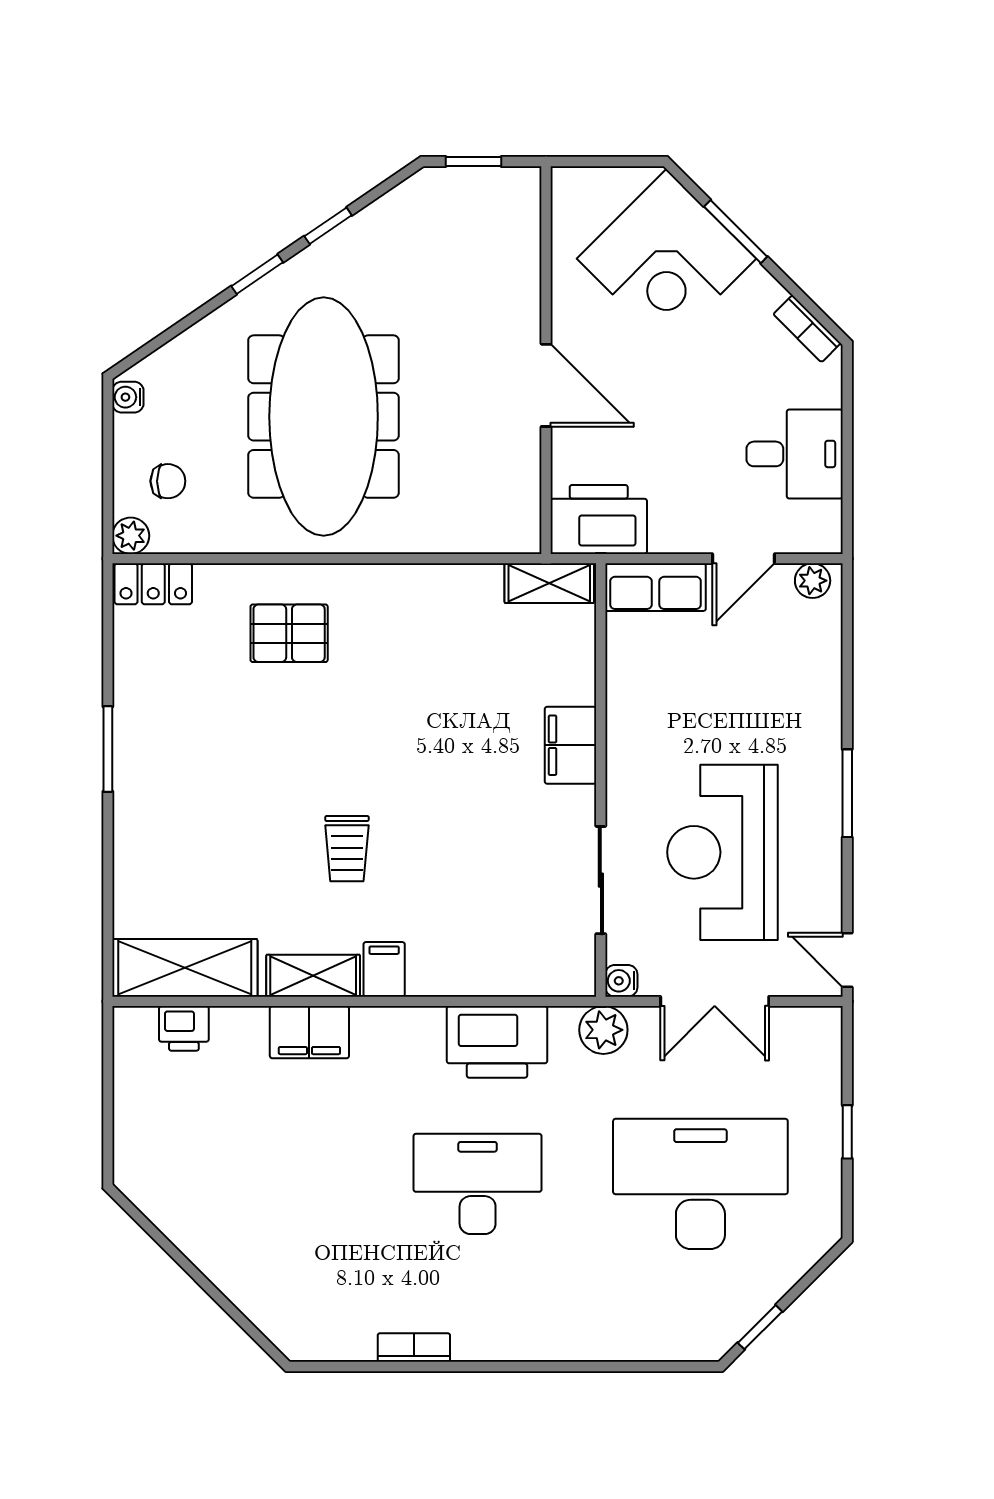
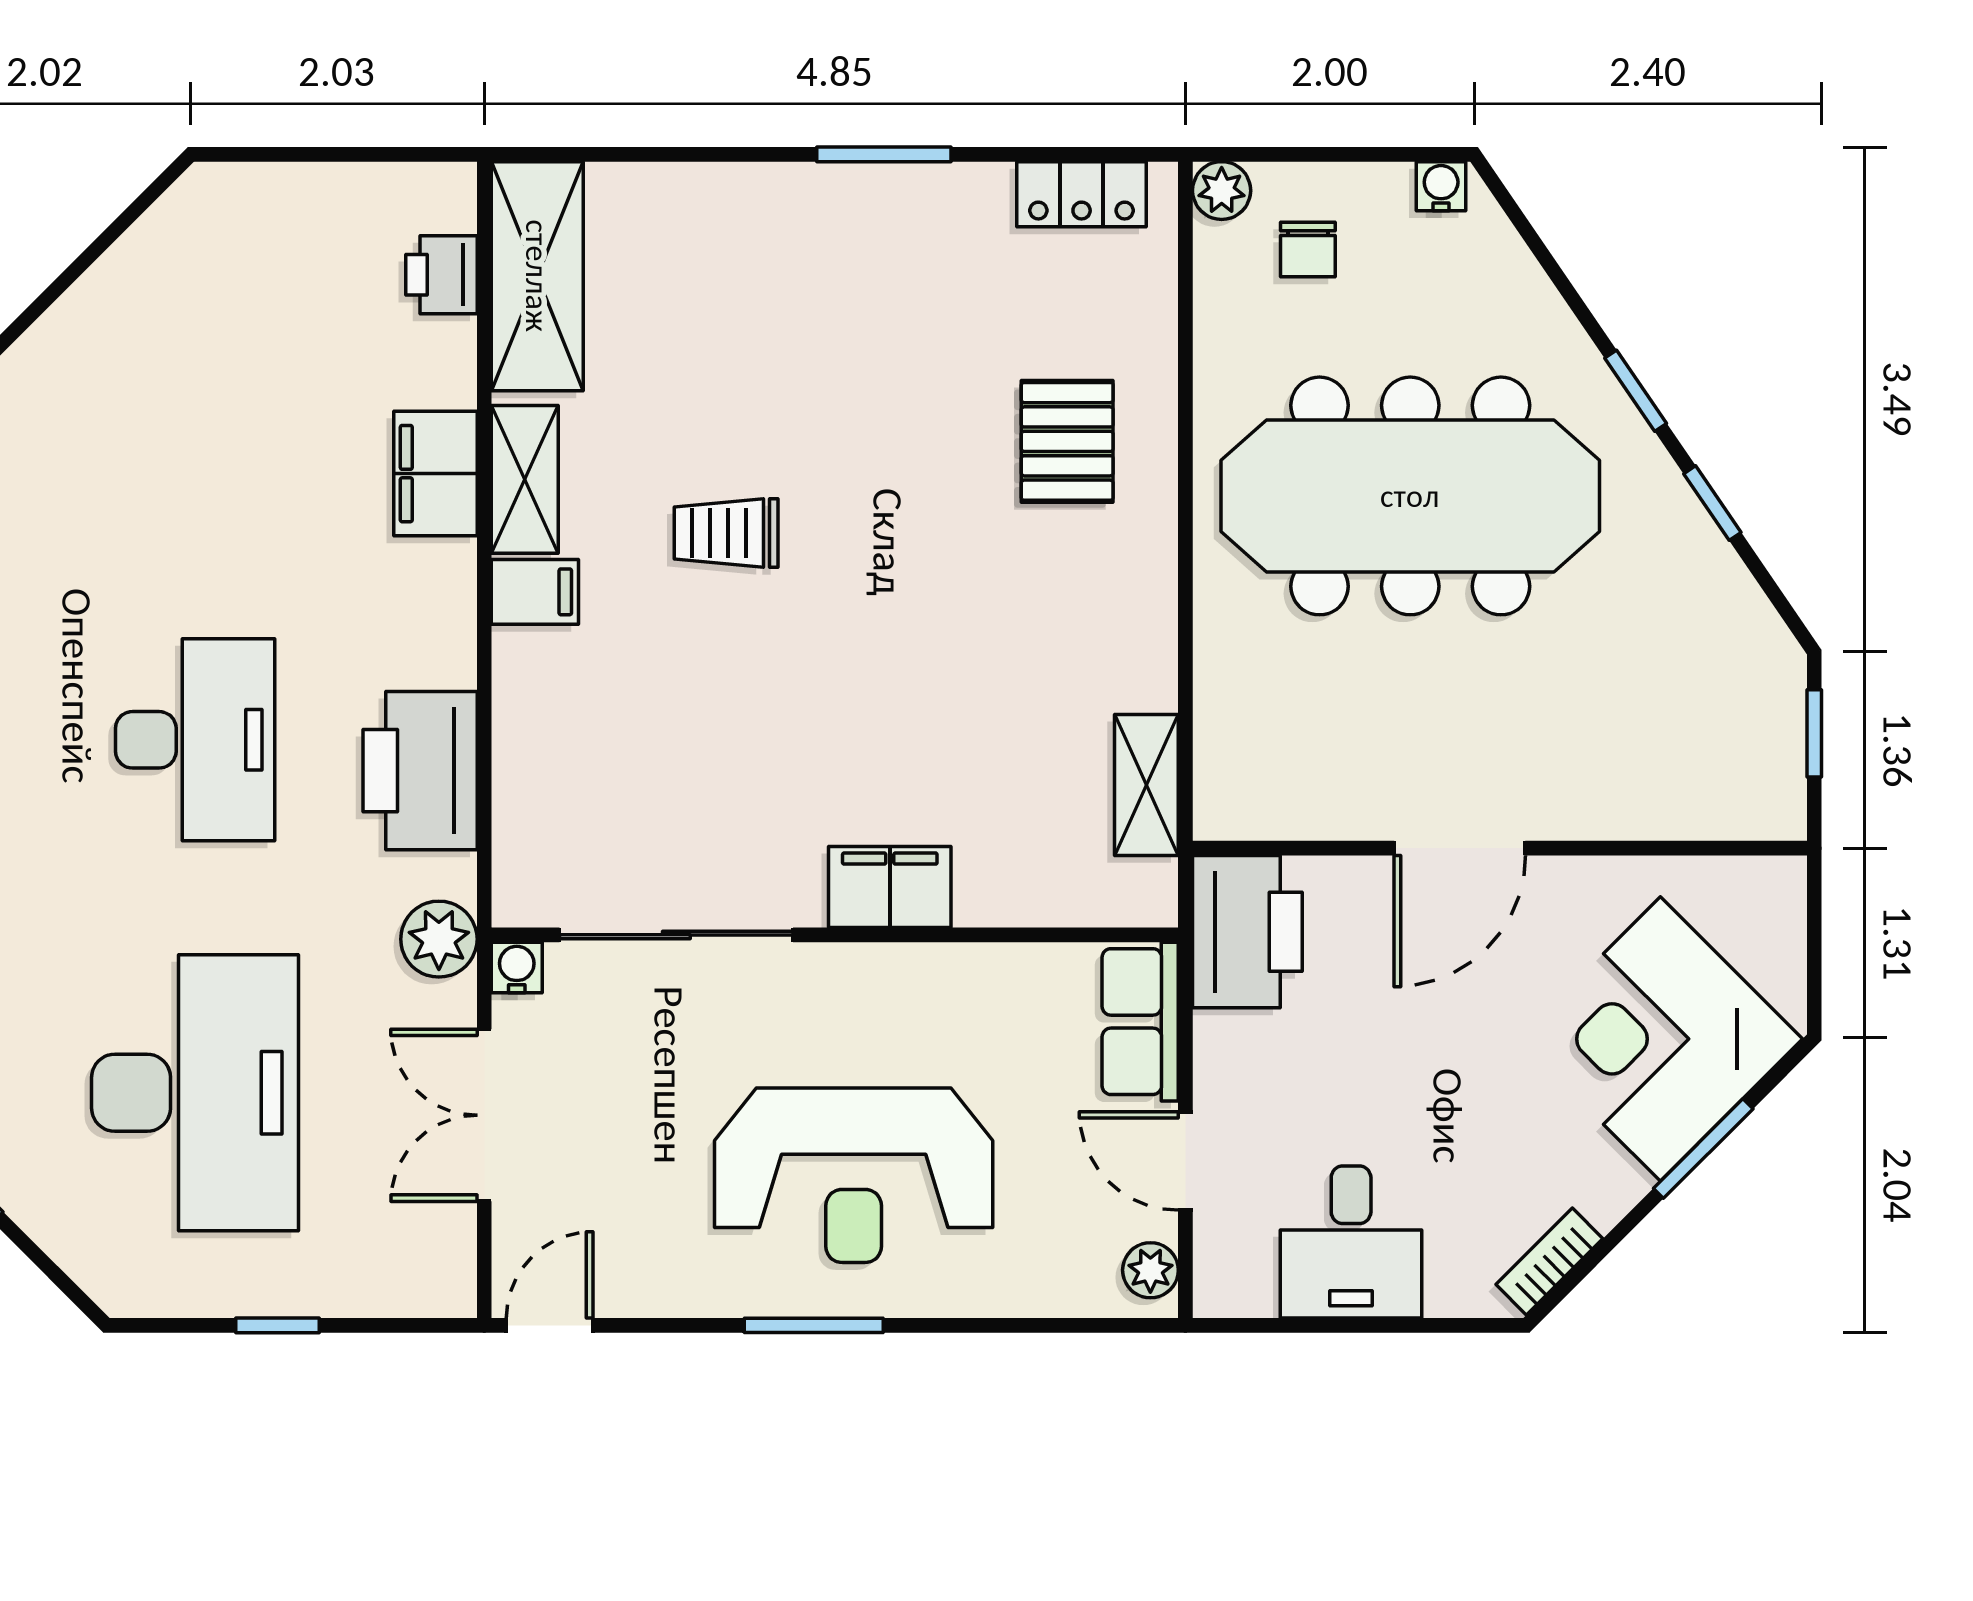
shelving: (549, 583) -> (1146, 785), moved
locker: (153, 584) -> (1082, 194), moved, turned -90
reception desk: (722, 852) -> (854, 1175), moved, turned 180
sliding door: (601, 880) -> (676, 935), width x1.37

